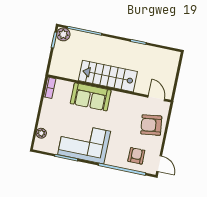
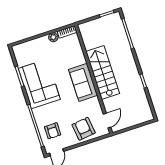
plant: (63, 34) -> (115, 18), removed
sofa: (91, 97) -> (83, 82), moved
plant: (41, 133) -> (53, 37), moved
armchair: (136, 156) -> (53, 131), turned 90

